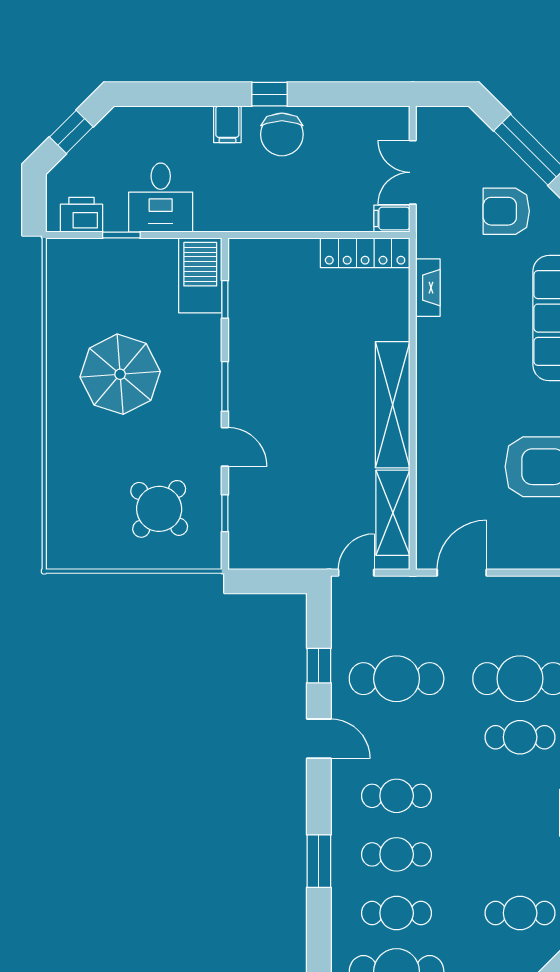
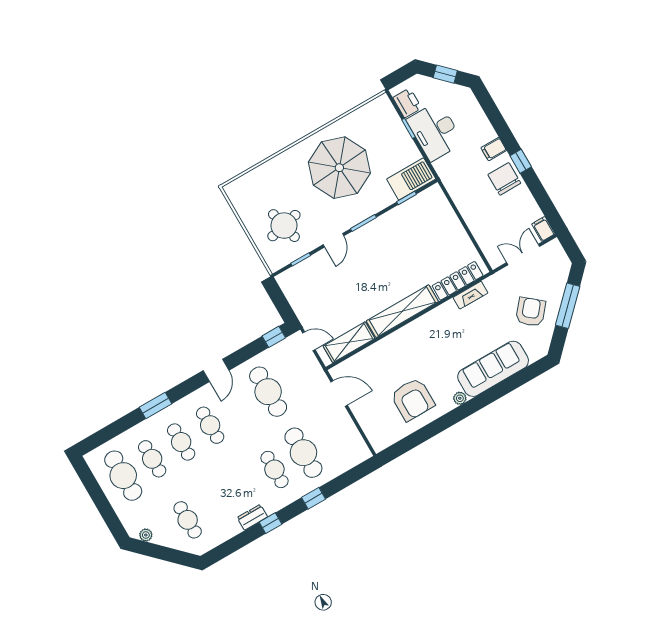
chair: (282, 134) -> (504, 179), turned 90
desk: (161, 198) -> (435, 131), width x1.37
armchair: (506, 211) -> (531, 312), turned 40
filing cabinet: (392, 219) -> (543, 229), moved
locker: (365, 253) -> (458, 281), moved, turned 90
parasol: (120, 374) -> (339, 168), width x1.36, depth x1.36
round table: (159, 509) -> (284, 226), turned 35
window: (319, 666) -> (274, 337), moved

